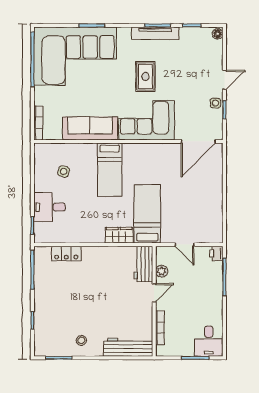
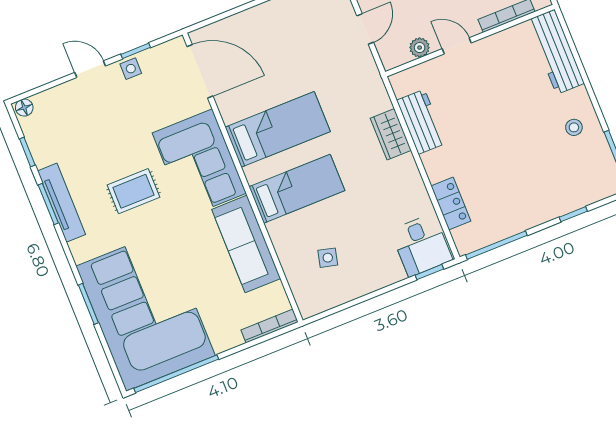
desk: (49, 207) -> (421, 245), moved
bed: (147, 214) -> (278, 129), moved, turned 180
workbench: (143, 264) -> (421, 122), moved, turned -90

